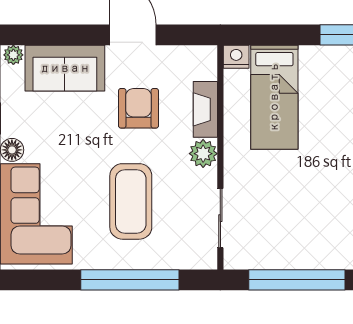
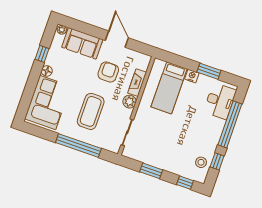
nightstand: (236, 57) -> (192, 76), moved
window: (297, 280) -> (151, 171), width x0.47

